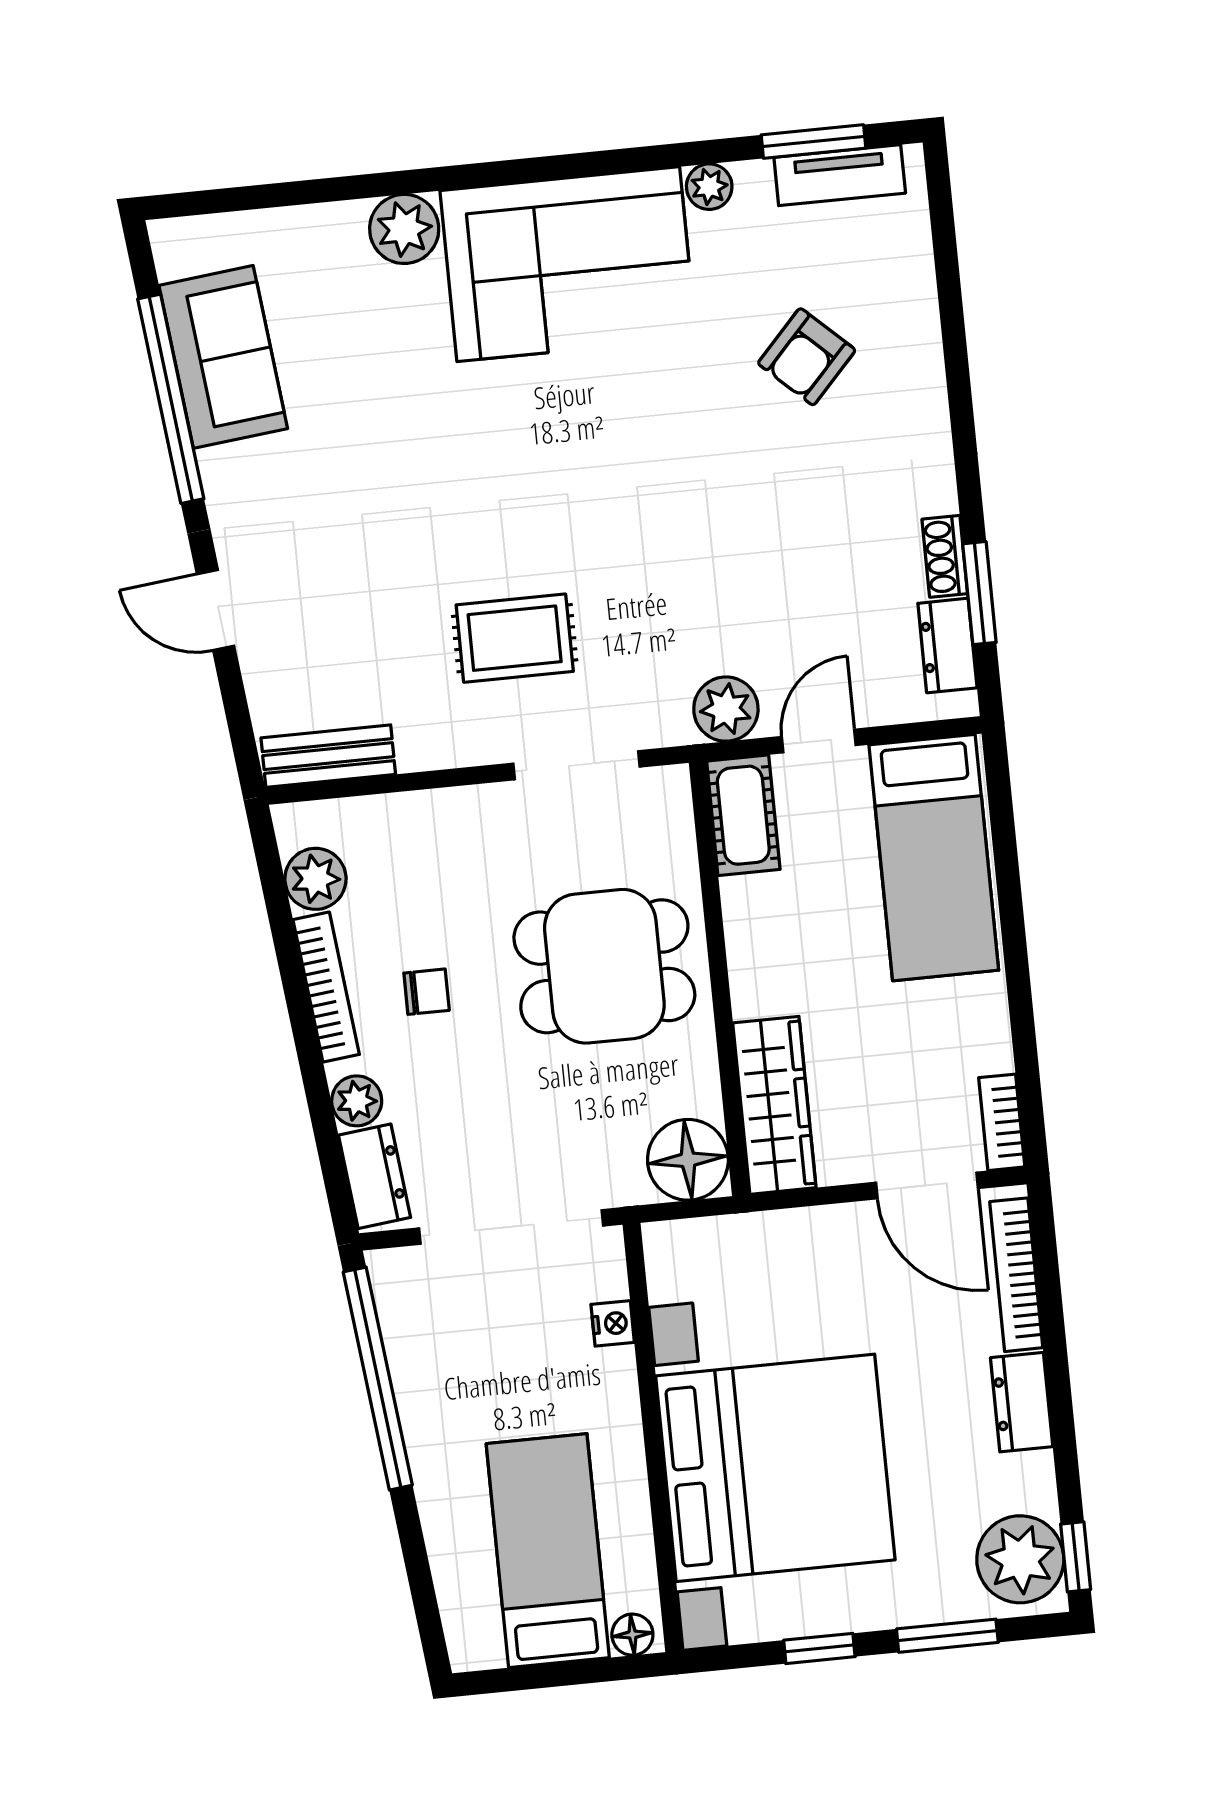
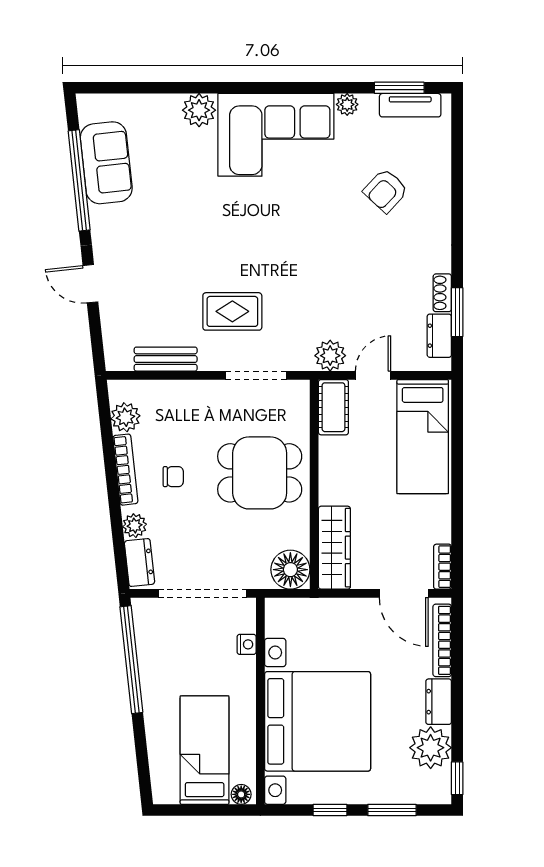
bench: (328, 756) -> (166, 359), moved
plant: (1020, 1559) -> (431, 748), moved

